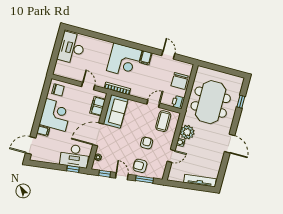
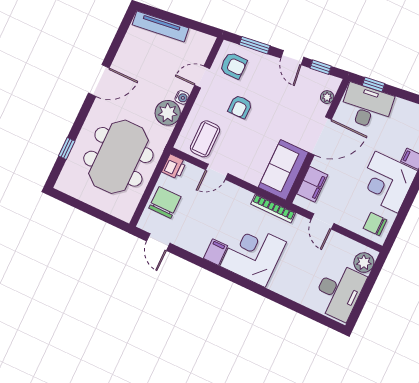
door: (168, 55) -> (158, 242), moved
plant: (60, 67) -> (364, 263), added
door: (230, 144) -> (99, 80), swing flipped
armchair: (140, 166) -> (233, 65), moved

